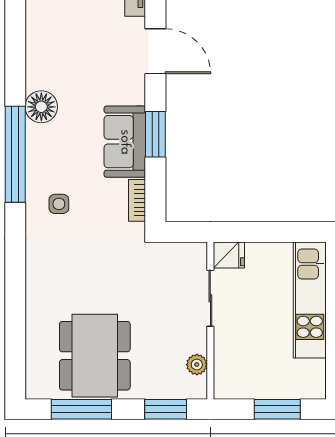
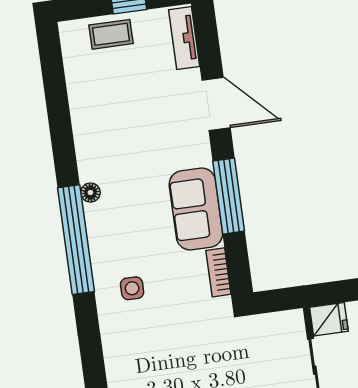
floor lamp: (41, 107) -> (90, 193), width x0.53, depth x0.53
window: (155, 134) -> (229, 196), width x1.44

